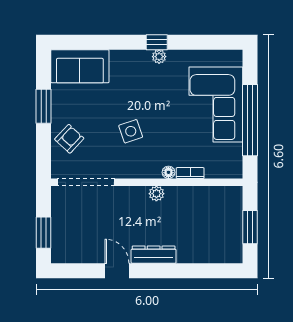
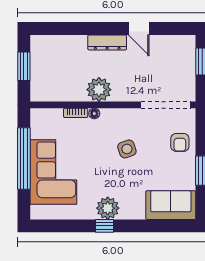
plant: (159, 57) -> (108, 208), width x1.88, depth x1.88
armchair: (69, 139) -> (180, 142), turned -43
plant: (156, 194) -> (99, 90), width x1.88, depth x1.88

